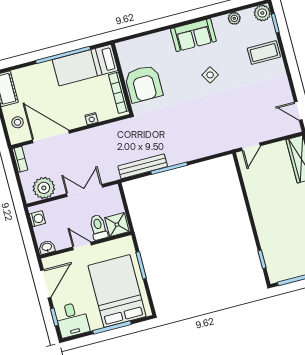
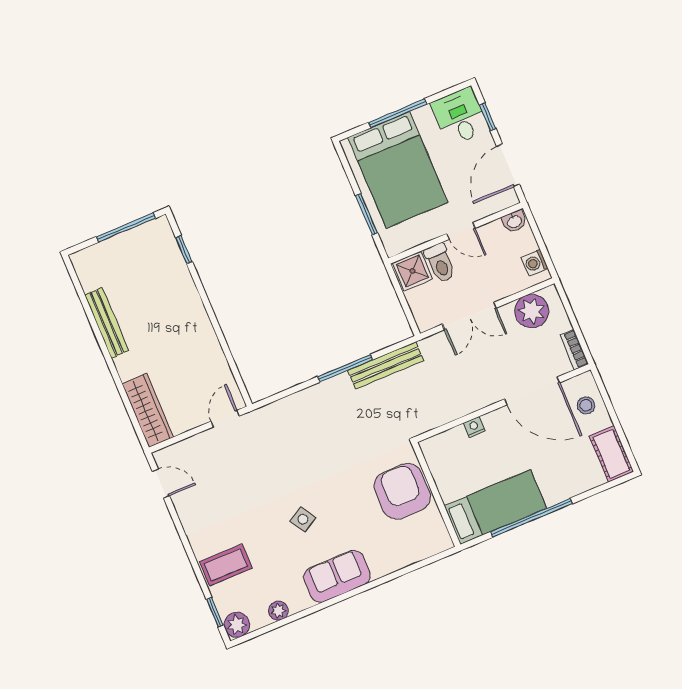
bookcase: (119, 93) -> (439, 472), removed

